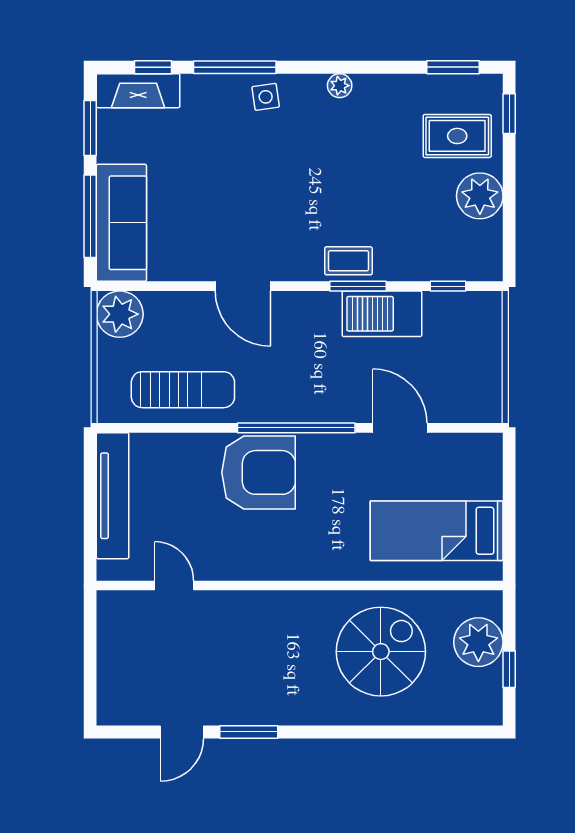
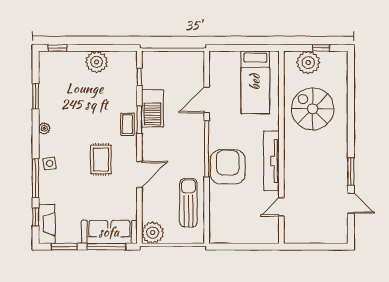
window: (453, 67) -> (36, 96), moved
rug: (457, 136) -> (101, 159), moved
tv unit: (113, 496) -> (271, 161), moved, turned -90

